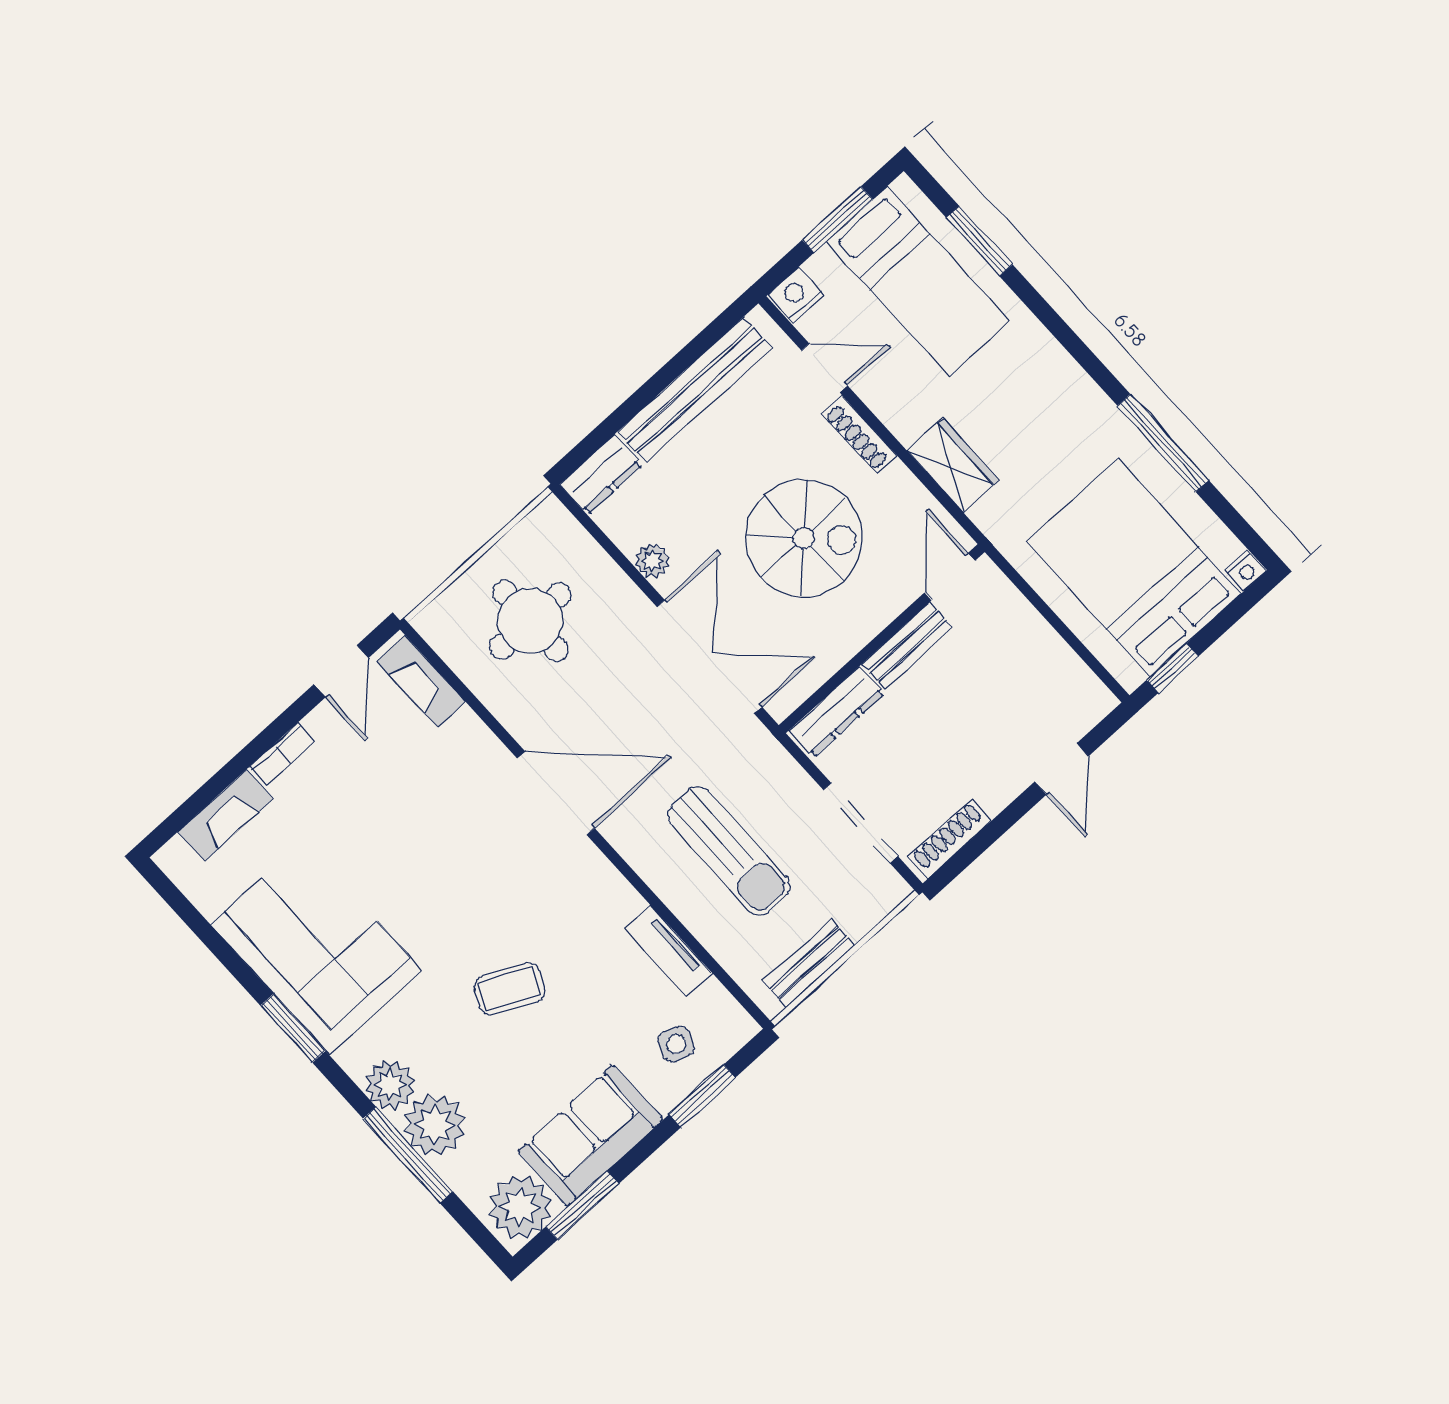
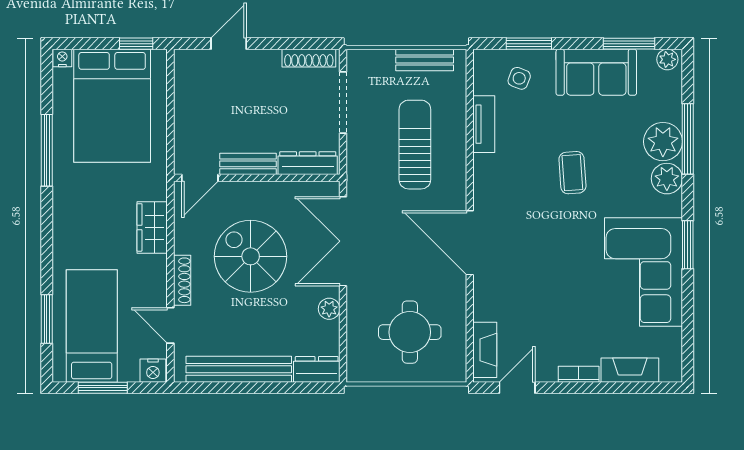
coffee table: (509, 989) -> (572, 173), turned 60
plant: (520, 1207) -> (667, 59), width x0.53, depth x0.53

